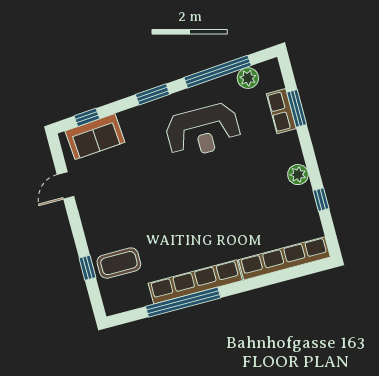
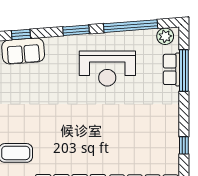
plant: (248, 78) -> (165, 36), moved
window: (297, 108) -> (184, 70), width x1.44
plant: (298, 175) -> (171, 122), removed

